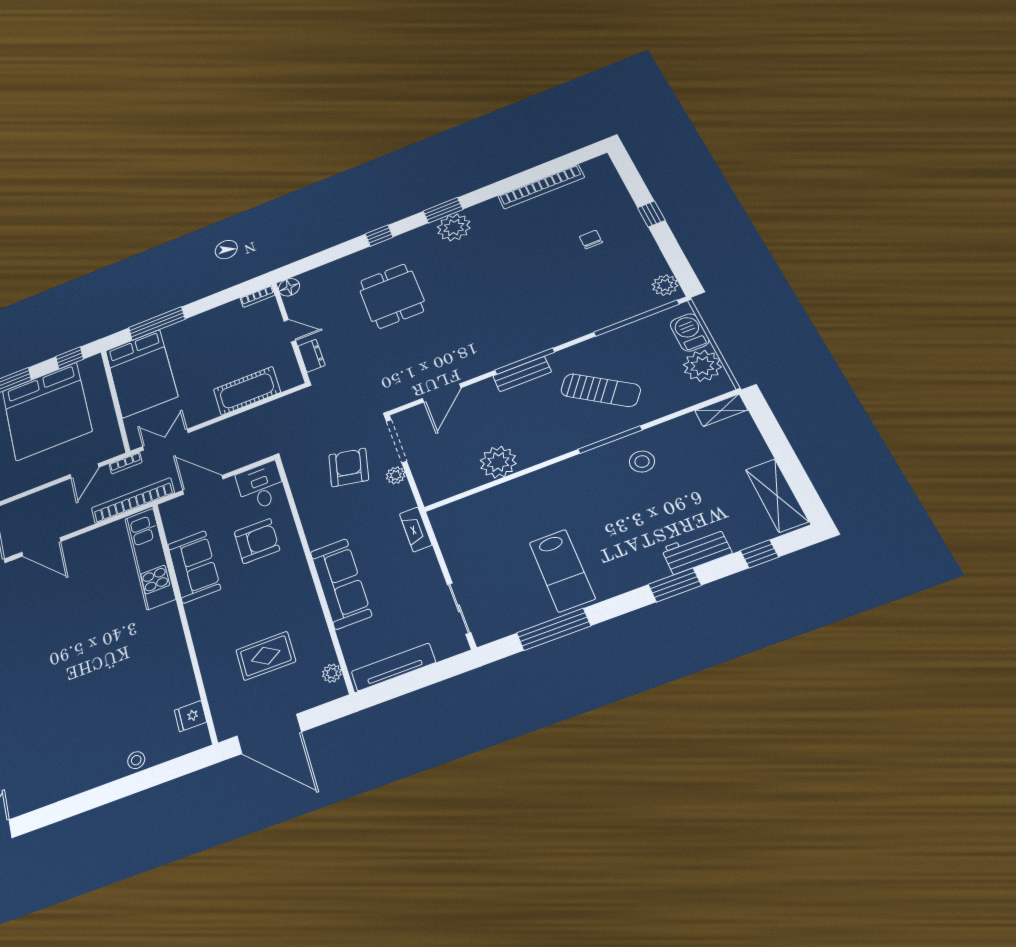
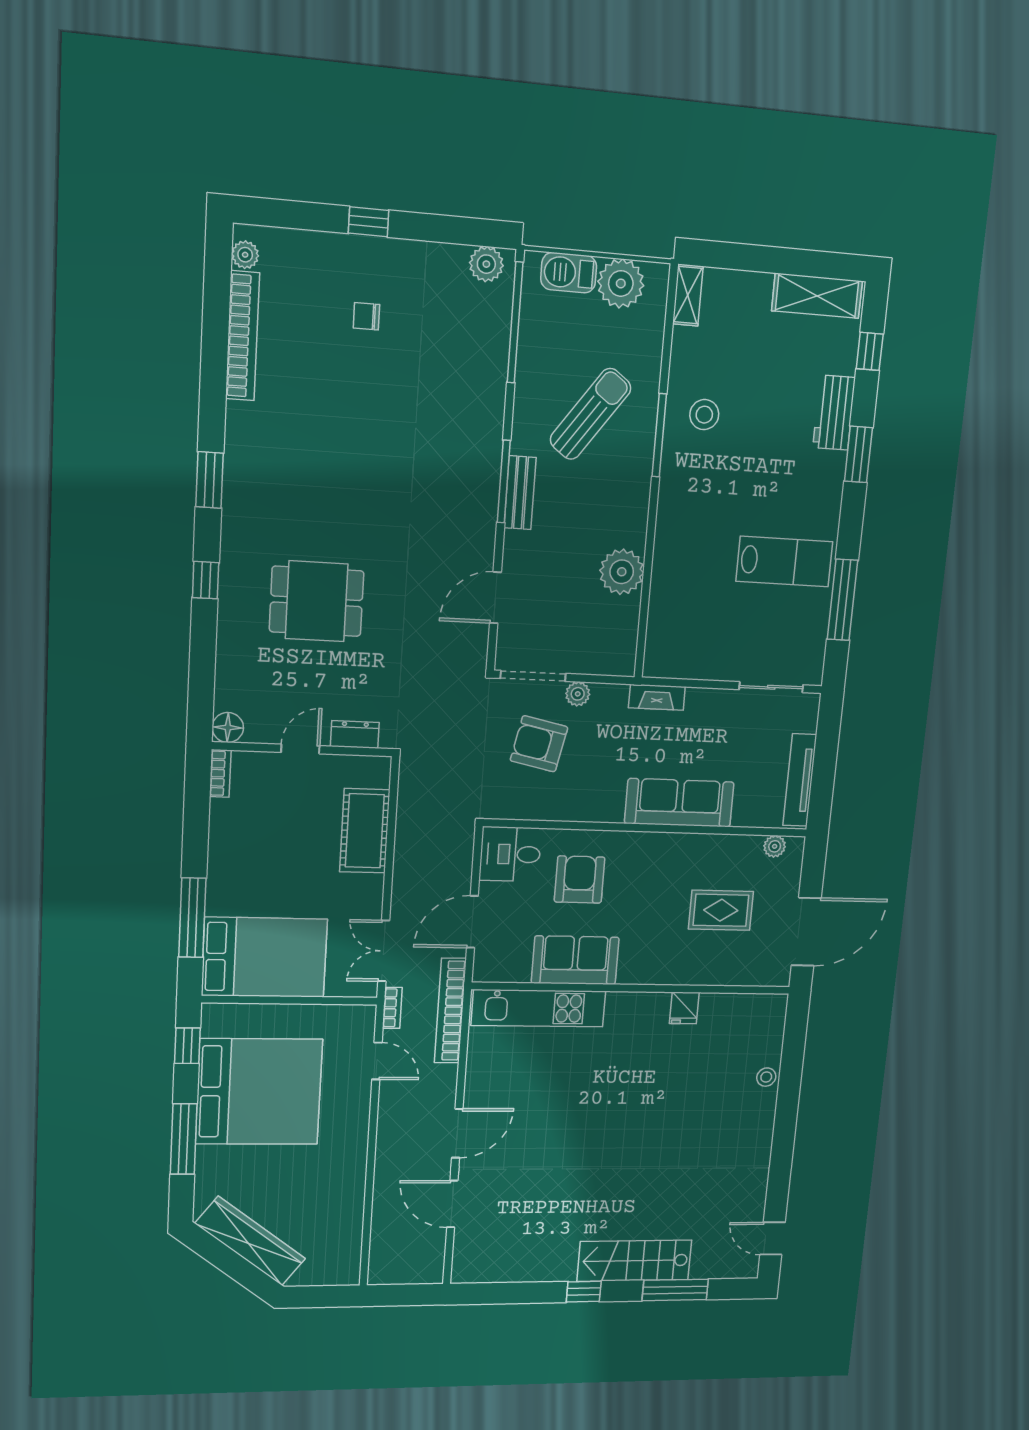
plant: (454, 227) -> (245, 255), moved, width x0.53, depth x0.53
door: (442, 393) -> (495, 598), swing flipped
rug: (266, 656) -> (721, 910), turned 90
fridge: (190, 716) -> (684, 1008), moved

